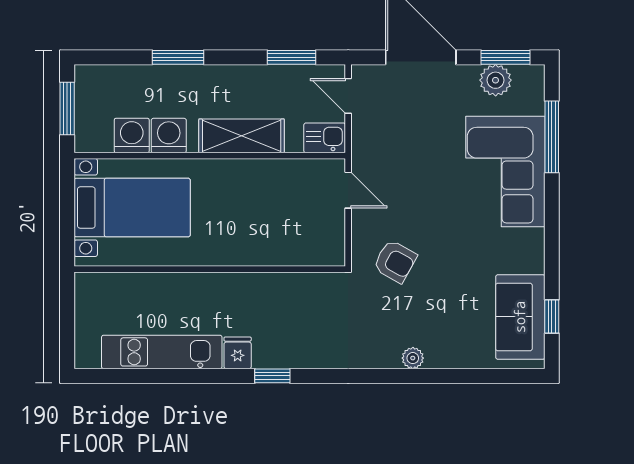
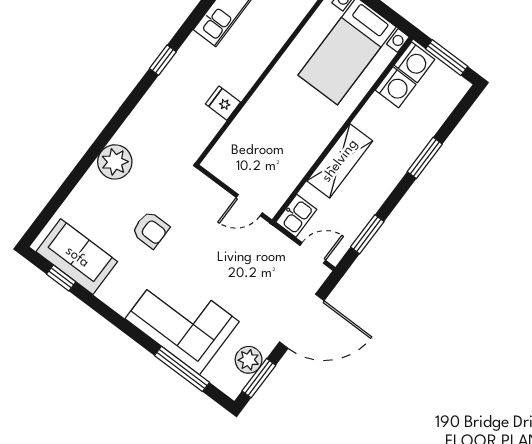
washing machine: (169, 136) -> (414, 62), moved
armchair: (395, 261) -> (151, 230), moved, turned -119
fridge: (238, 353) -> (223, 103), moved, turned 180
plant: (413, 358) -> (115, 162), width x1.88, depth x1.88

